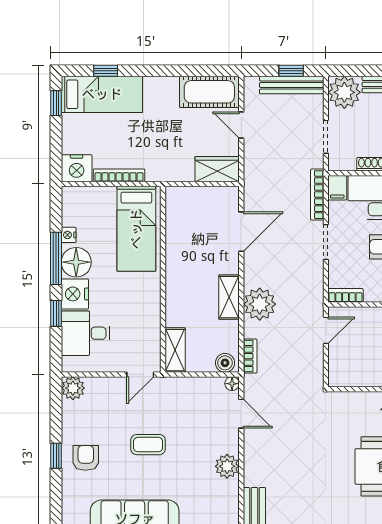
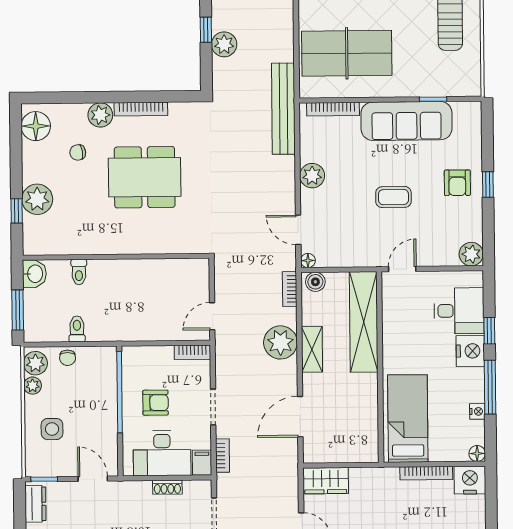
bookcase: (317, 195) -> (223, 456), width x0.64
floor lamp: (76, 262) -> (477, 453), moved, width x0.53, depth x0.53
shelving: (175, 350) -> (364, 322), width x2.20, depth x1.33

